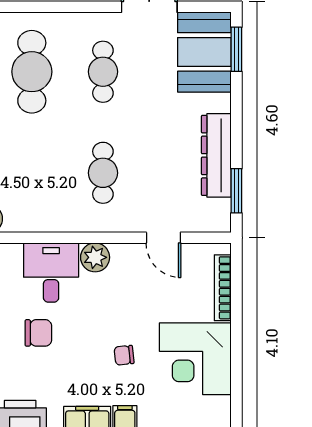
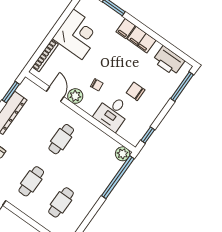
cafe table: (32, 72) -> (61, 202), width x0.73, depth x0.74
plant: (95, 257) -> (75, 96), moved
chair: (124, 355) -> (97, 85), moved

